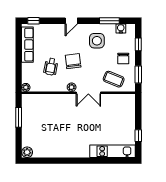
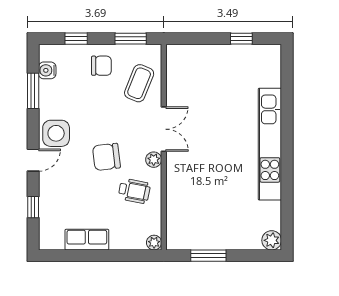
window: (33, 21) -> (33, 207), moved
door: (71, 21) -> (33, 160), hinge flipped
side table: (97, 41) -> (56, 133), moved
row of seats: (27, 45) -> (87, 240), width x0.68
wheelchair: (51, 67) -> (134, 191), moved
kitchen unit: (113, 151) -> (270, 144), moved, width x1.36

